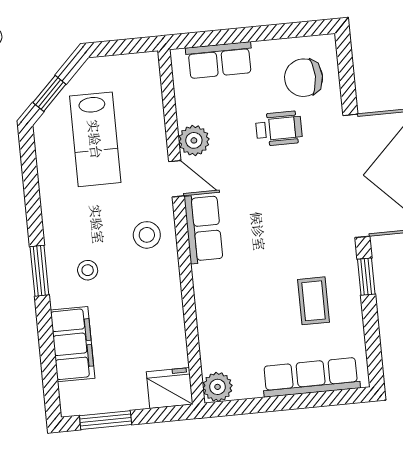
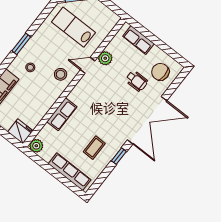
lab bench: (95, 139) -> (73, 27), turned 90
door: (176, 179) -> (88, 65), swing flipped
row of seats: (203, 229) -> (62, 114), moved
window: (39, 271) -> (21, 44), moved

